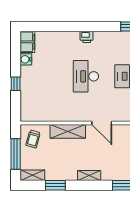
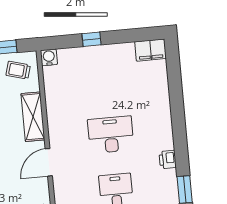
printer: (87, 37) -> (168, 160), moved
water cooler: (26, 59) -> (49, 57), moved

